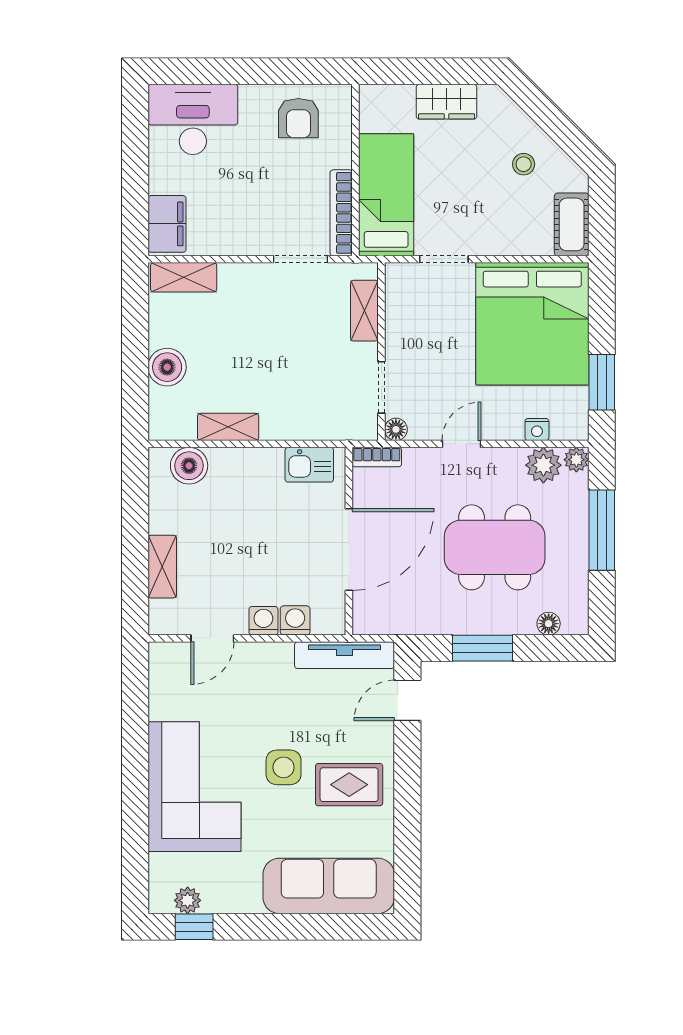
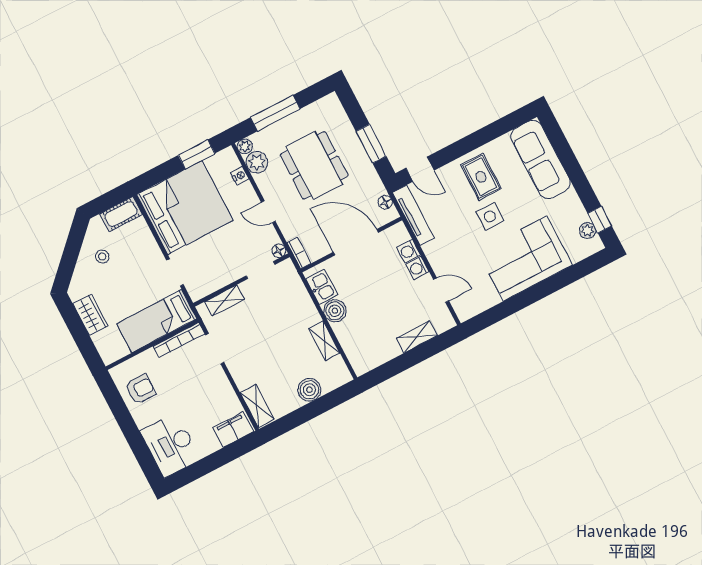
boiler: (189, 466) -> (335, 311), moved
floor lamp: (549, 624) -> (385, 202), moved

